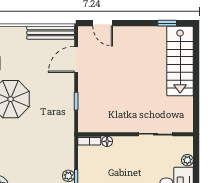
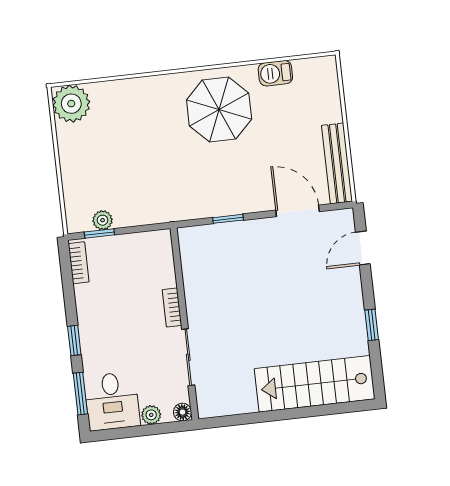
window: (167, 23) -> (372, 325), moved
bookcase: (89, 141) -> (172, 308), moved
floor lamp: (107, 141) -> (183, 412), moved

